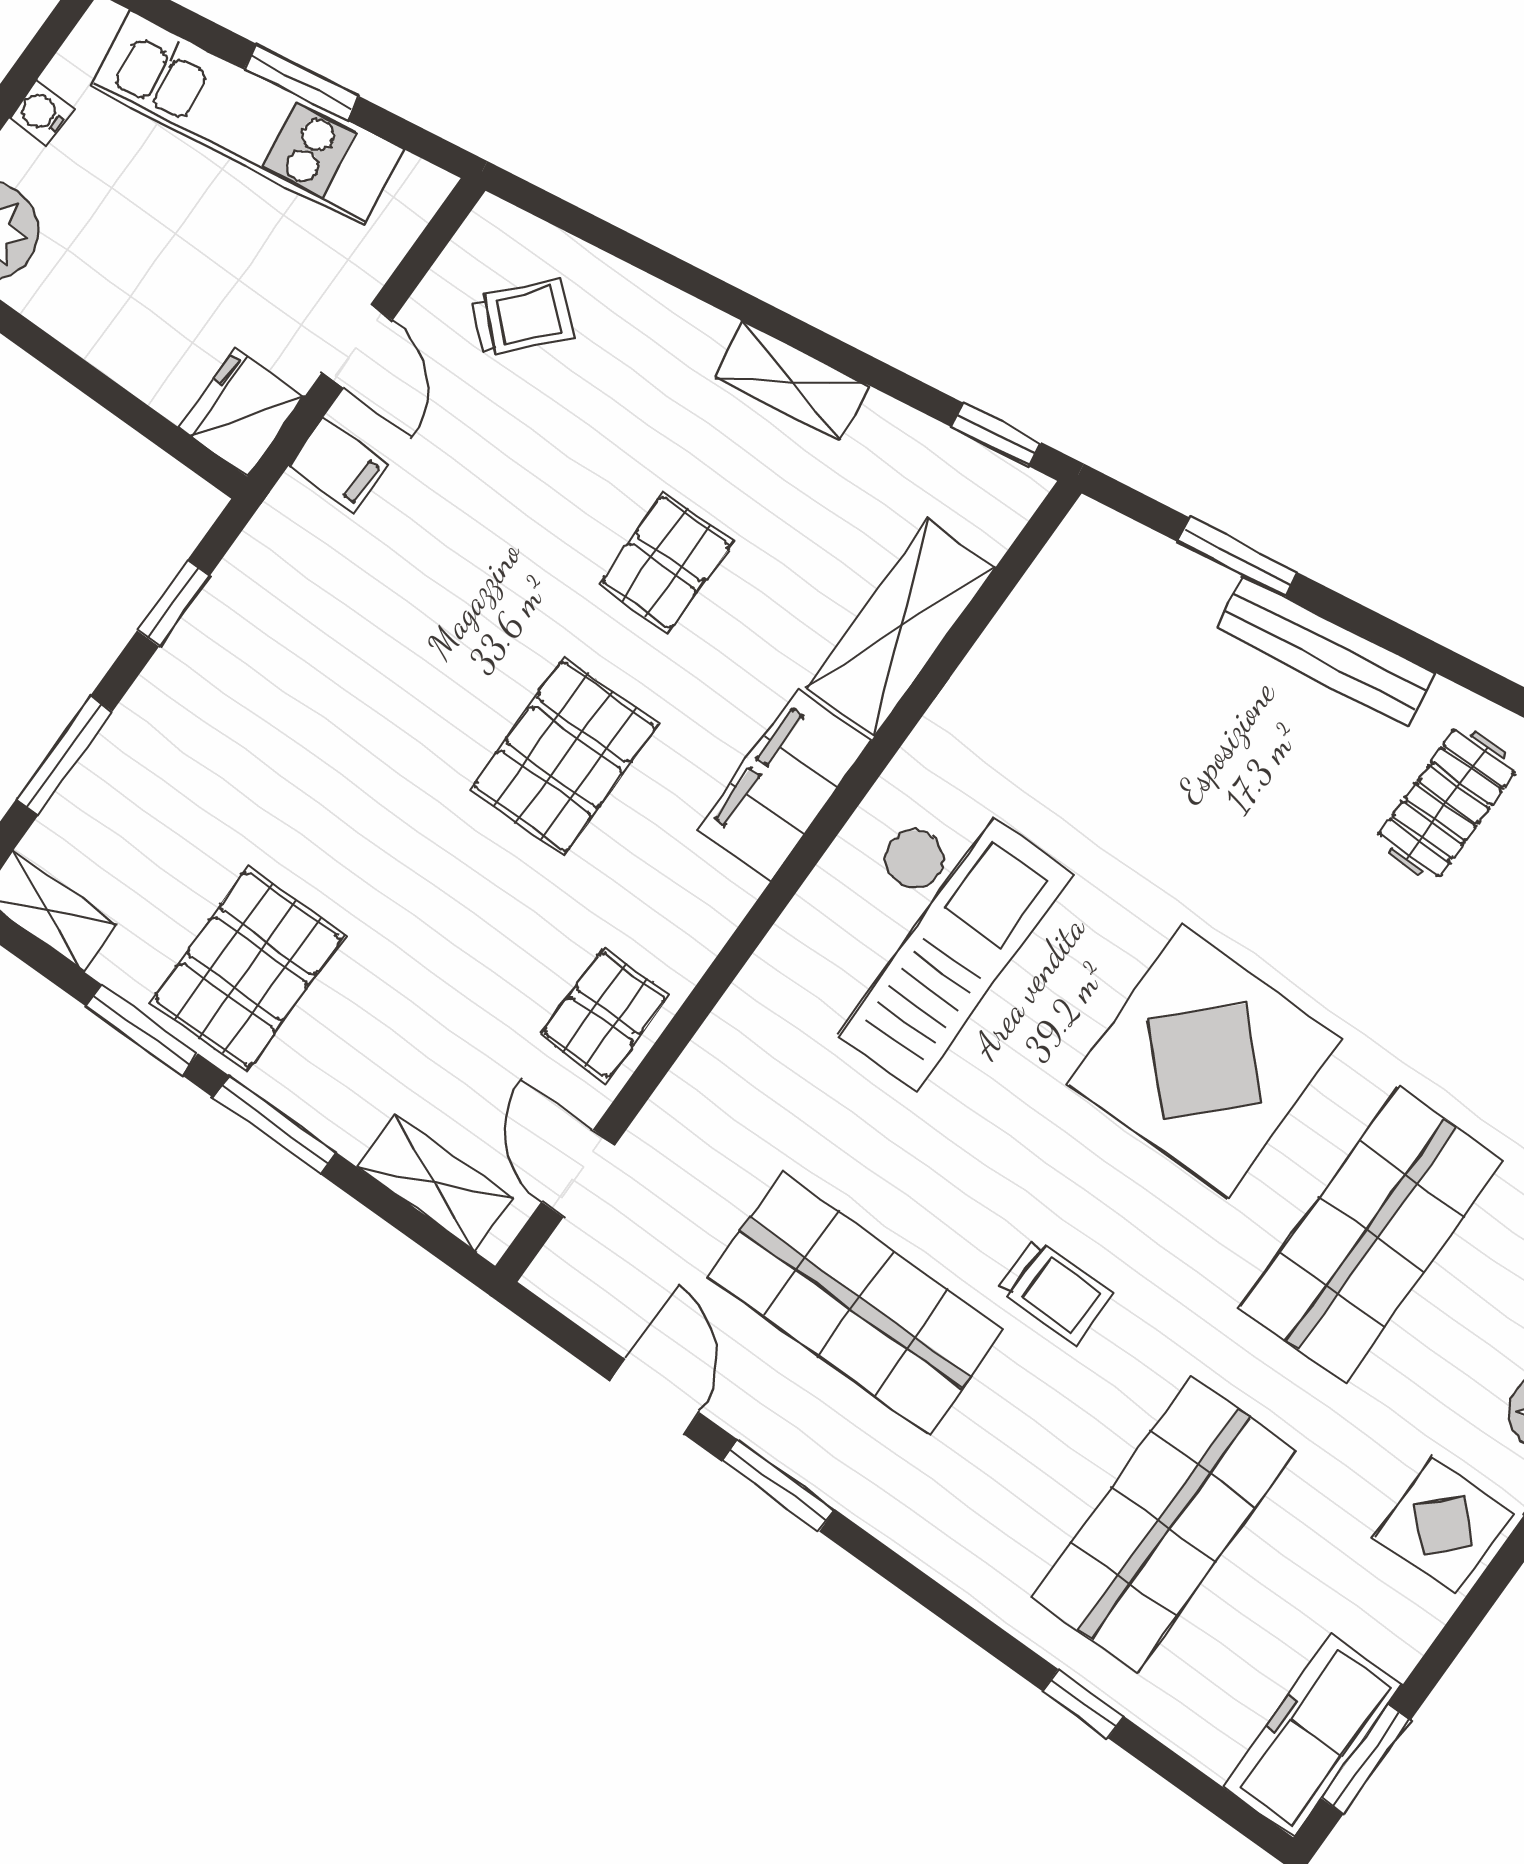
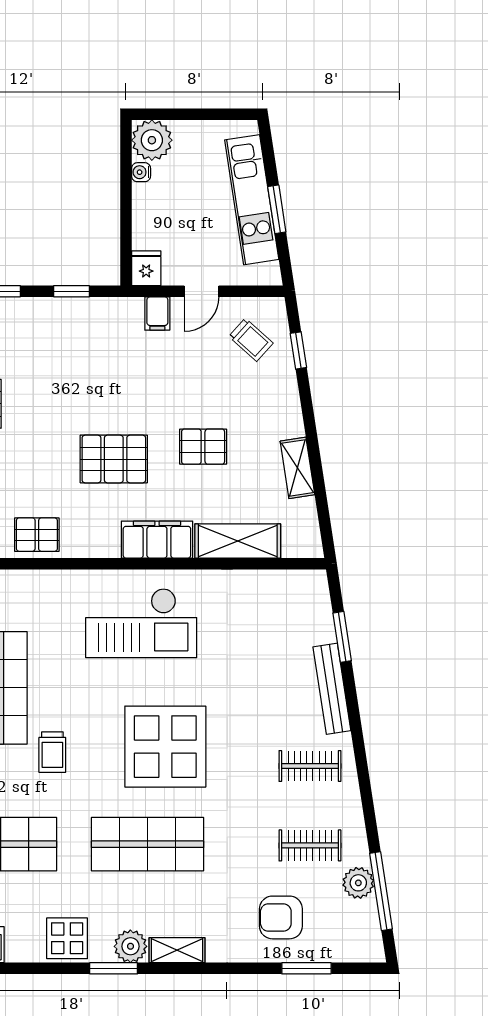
water cooler: (41, 113) -> (141, 172), moved, turned -90
shelving: (791, 381) -> (297, 468), moved
fridge: (241, 412) -> (146, 268), width x0.72
window: (996, 435) -> (298, 350), moved

